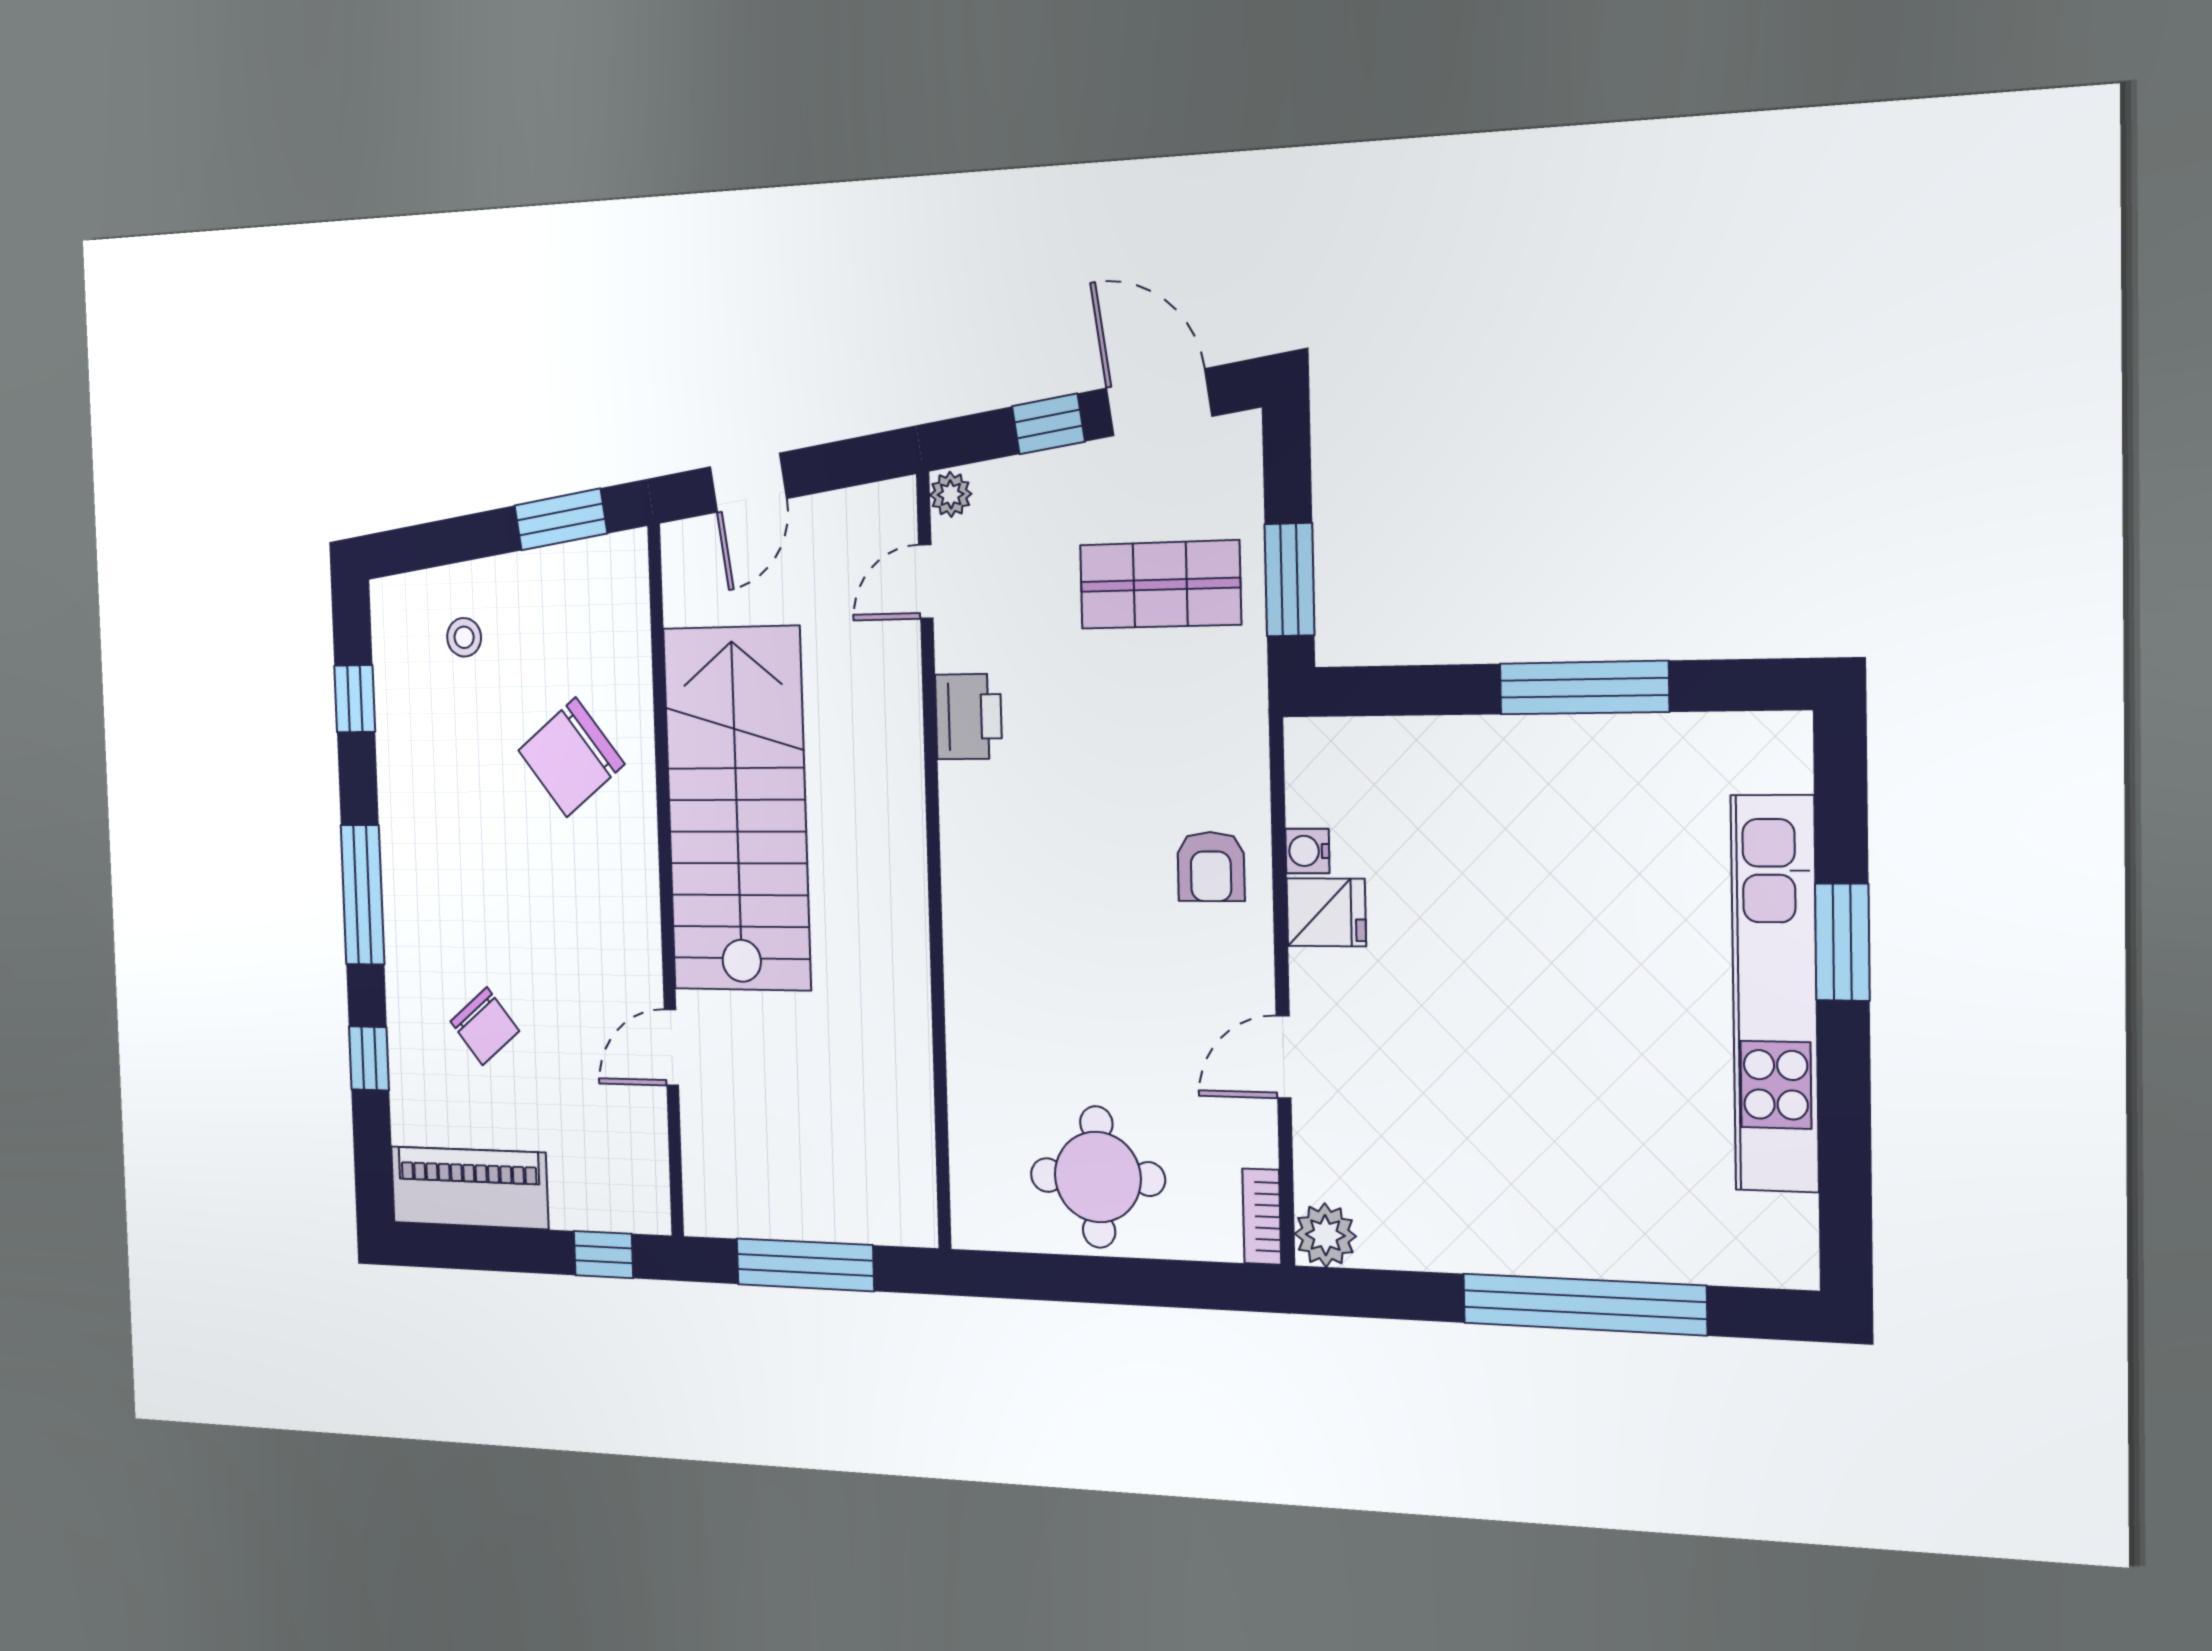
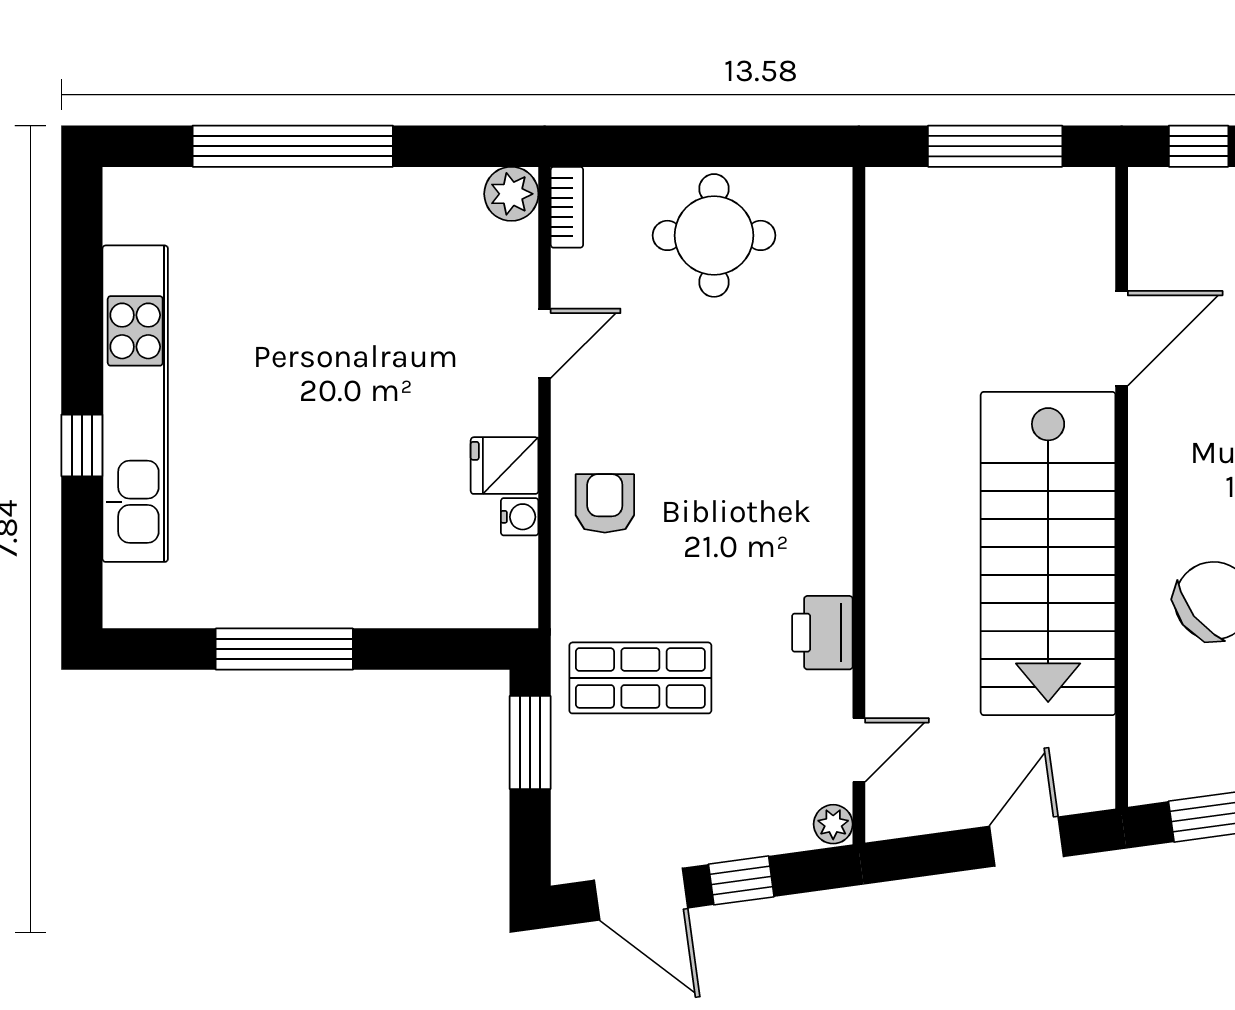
shop shelf: (1160, 585) -> (640, 678), moved
window: (1842, 942) -> (82, 445), width x0.67
door: (671, 1048) -> (1122, 338), width x1.38

